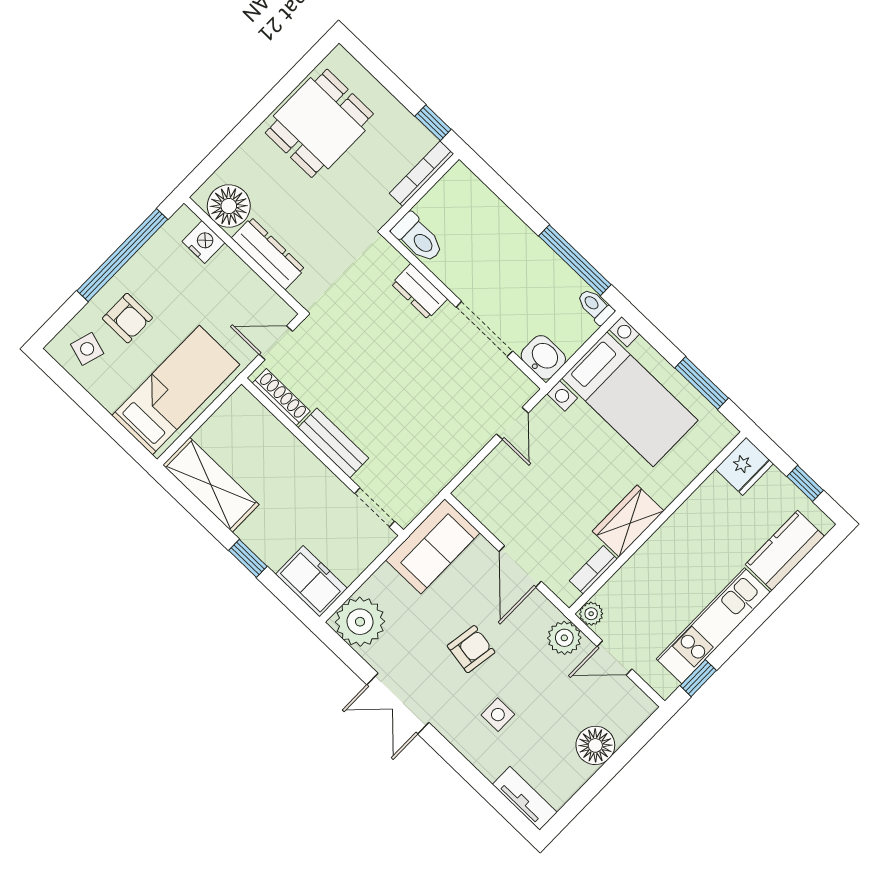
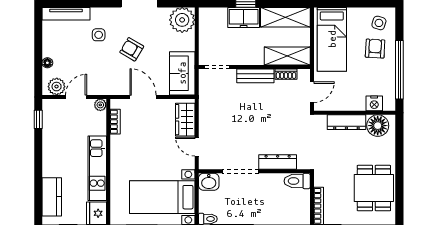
dresser: (419, 291) -> (278, 162), width x1.44
armchair: (127, 318) -> (375, 49), turned 93
shoe rack: (281, 397) -> (286, 74), width x0.70
shelving: (261, 428) -> (287, 56), added
wardrobe: (628, 521) -> (185, 120), moved, turned 180
freezer: (311, 581) -> (244, 17), moved
kitchen unit: (713, 626) -> (97, 168), moved, turned 180
plant: (564, 638) -> (57, 87), moved
armchair: (471, 649) -> (132, 49), turned 112
floor lamp: (595, 745) -> (47, 63), width x0.53, depth x0.53
tv unit: (525, 798) -> (66, 14), width x1.41

